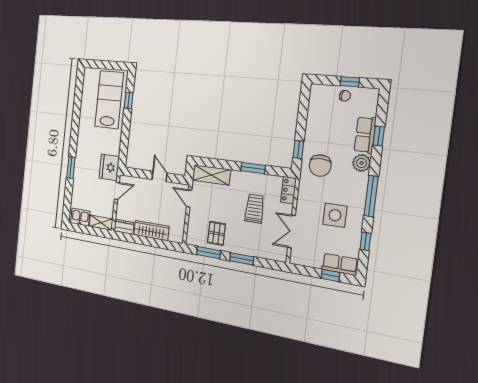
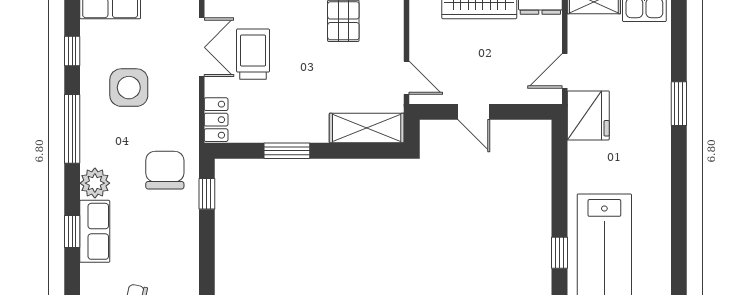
trolley: (255, 209) -> (253, 54), moved, turned 180

